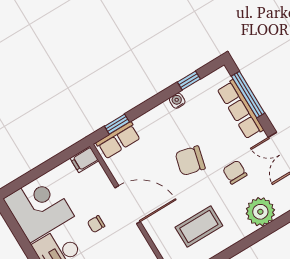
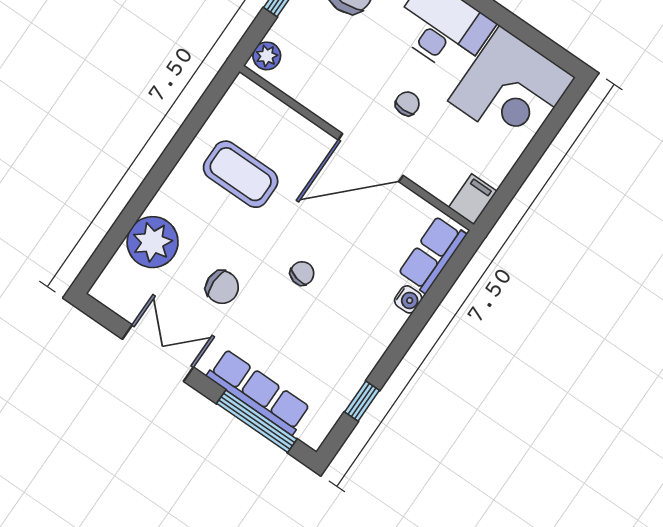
water cooler: (177, 101) -> (408, 299), moved
window: (117, 124) -> (446, 279), removed
chair: (190, 161) -> (302, 273), width x0.54, depth x0.54
coffee table: (199, 226) -> (241, 174), turned 90

